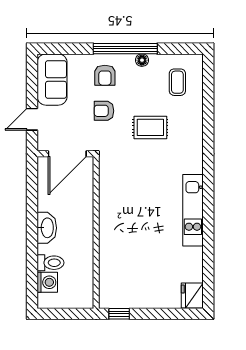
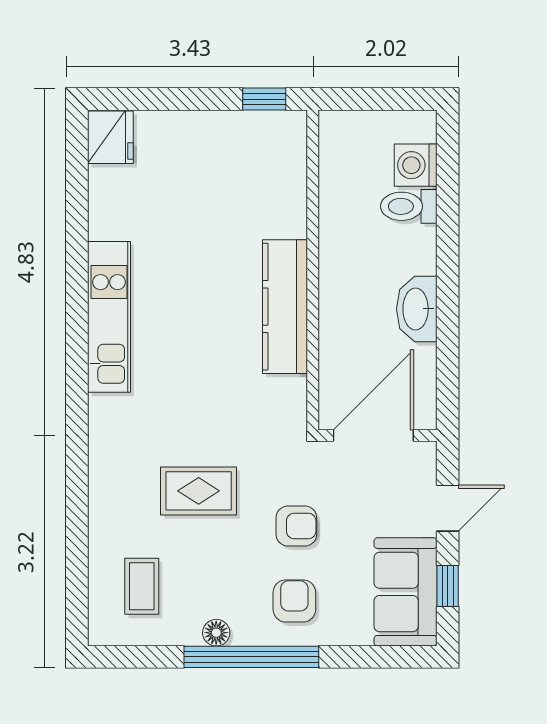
window: (32, 82) -> (448, 586), added
kitchen counter: (109, 215) -> (285, 307), added
washbasin: (47, 228) -> (417, 309), moved

